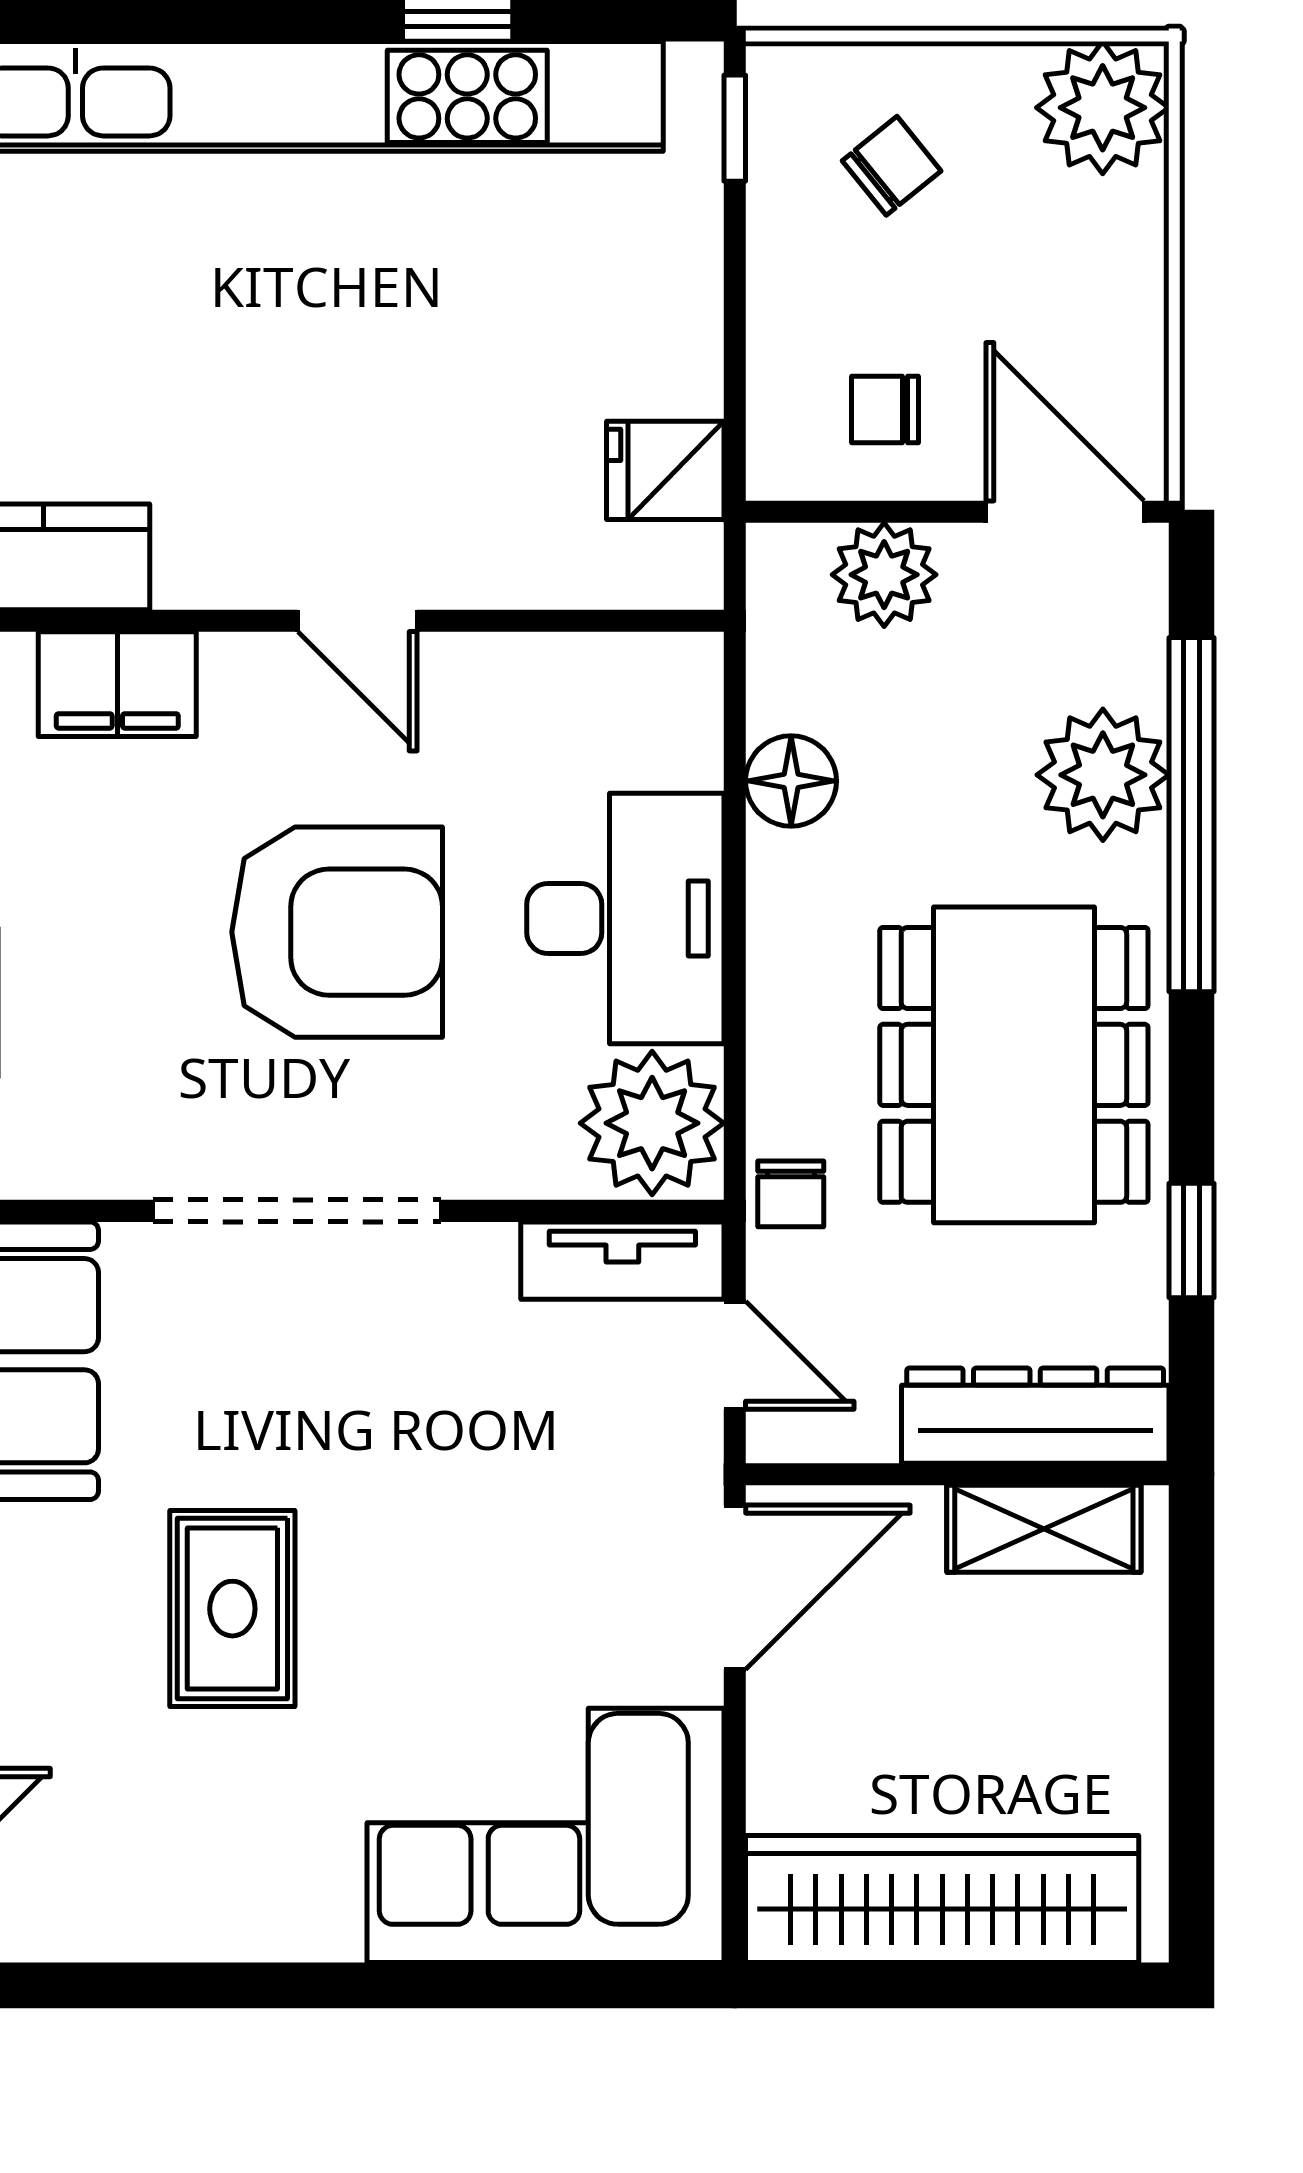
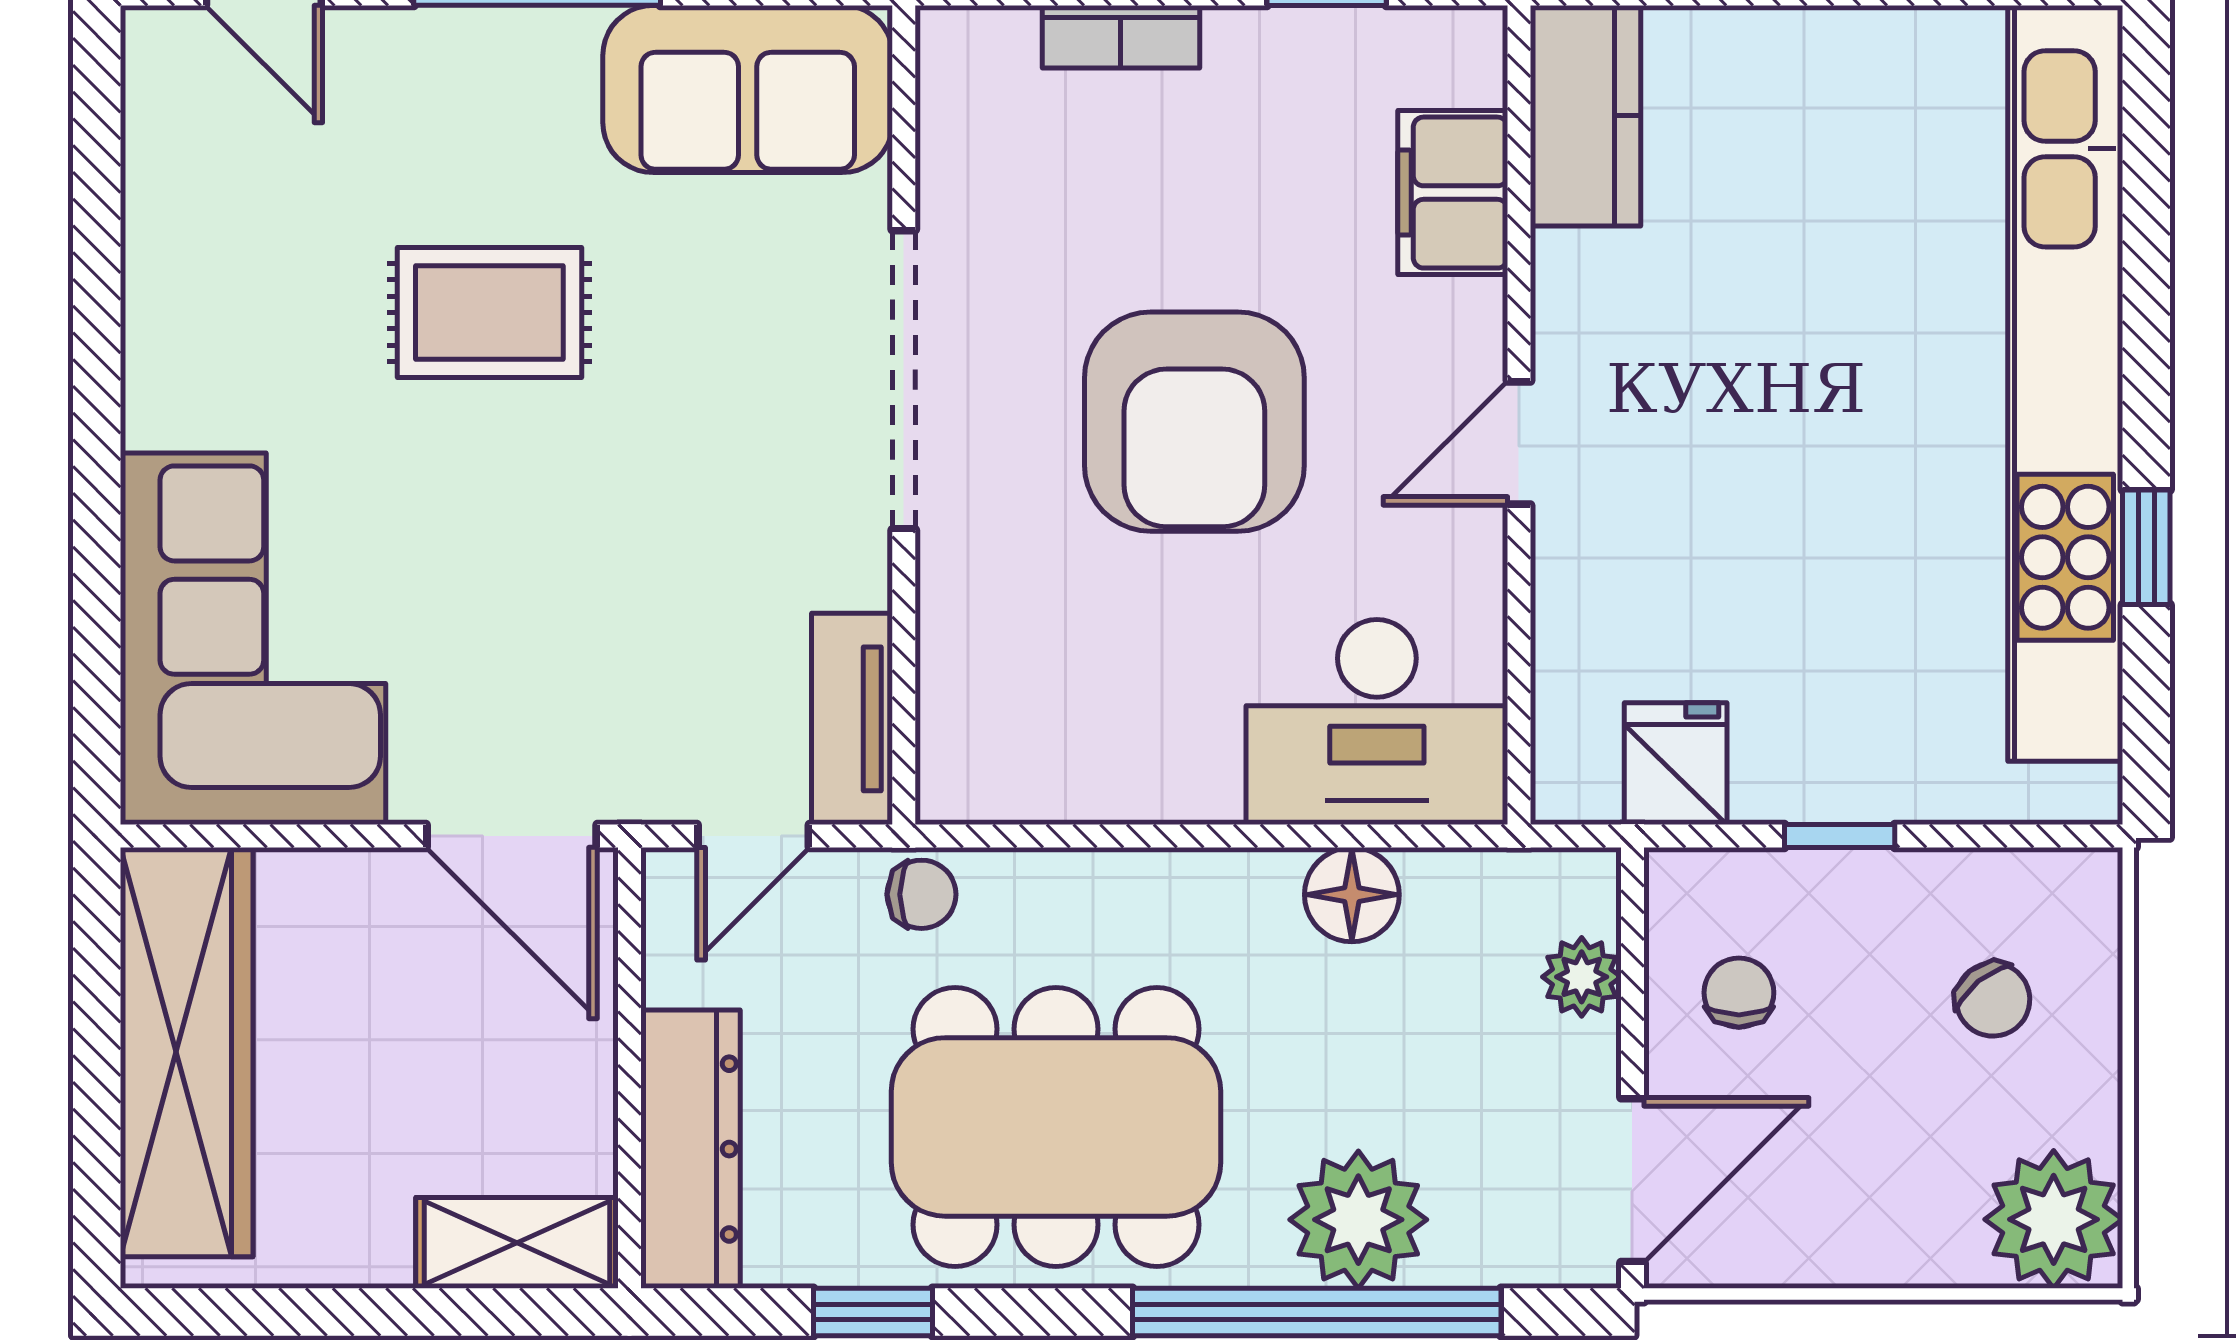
window: (735, 128) -> (1840, 836), moved
plant: (884, 575) -> (1582, 977), width x0.73, depth x0.73
desk: (625, 919) -> (1377, 722), moved
plant: (652, 1123) -> (995, 750), removed
chair: (791, 1194) -> (922, 894), turned 180
shelving: (1044, 1529) -> (517, 1243), moved, turned 90

